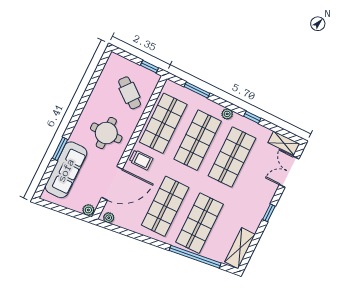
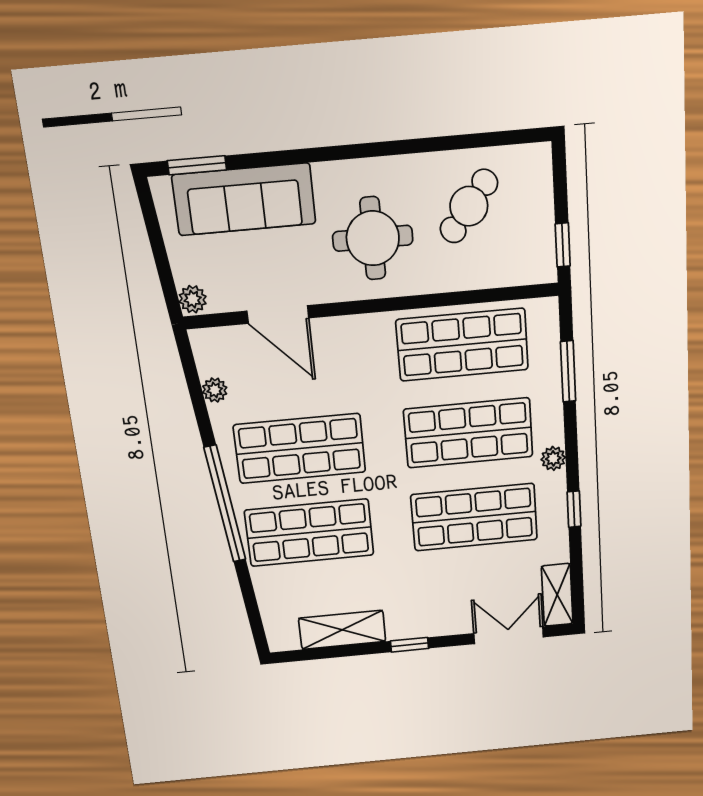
cafe table: (130, 93) -> (469, 206), moved
window: (60, 149) -> (197, 165), moved
trolley: (141, 160) -> (362, 345), removed
door: (112, 183) -> (278, 315), width x0.73
plant: (109, 218) -> (215, 390), moved
shelving: (240, 248) -> (342, 630), moved
window: (195, 257) -> (225, 504), moved

